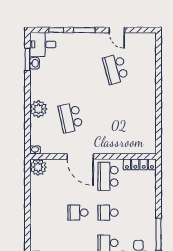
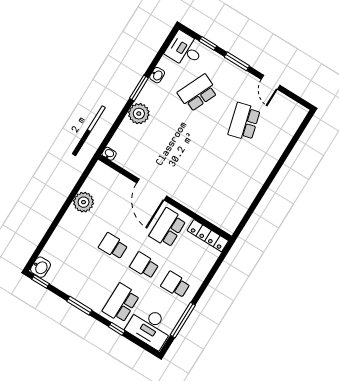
window: (27, 59) -> (139, 88), moved
washbasin: (35, 63) -> (157, 75), moved
school desk: (70, 118) -> (198, 93), moved, turned 36
plant: (38, 167) -> (84, 202), moved
school desk: (138, 213) -> (175, 285), added

